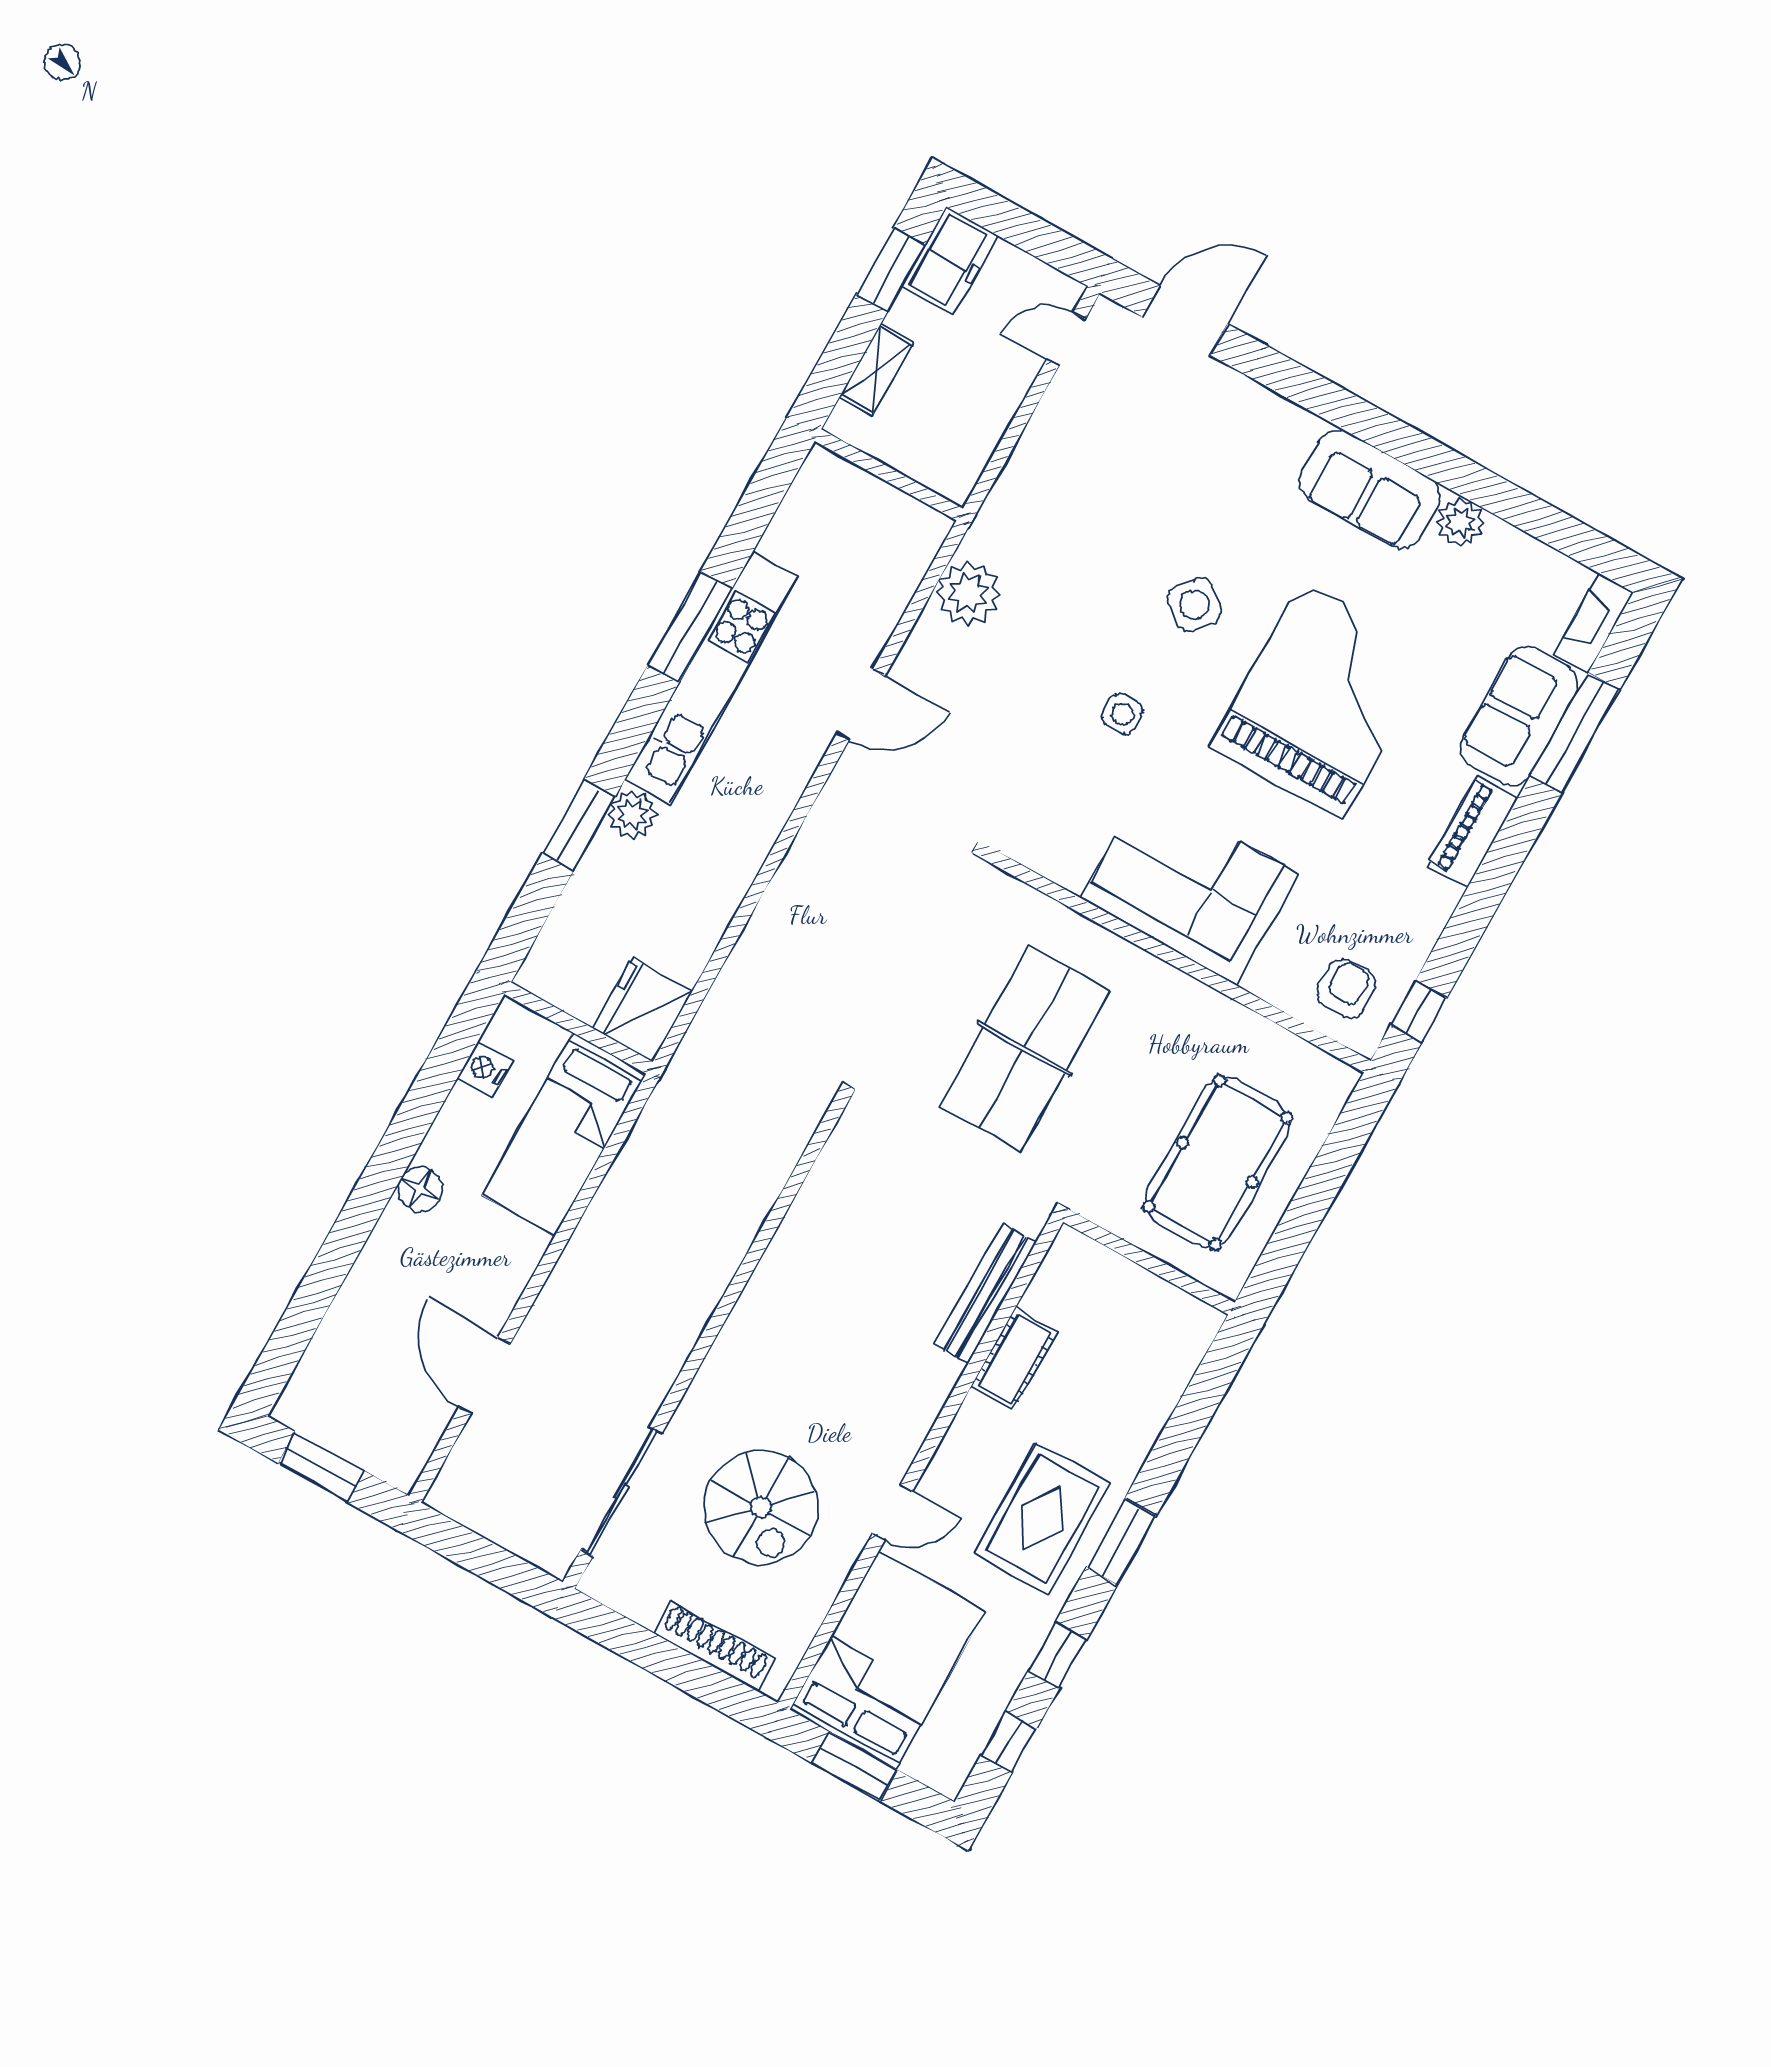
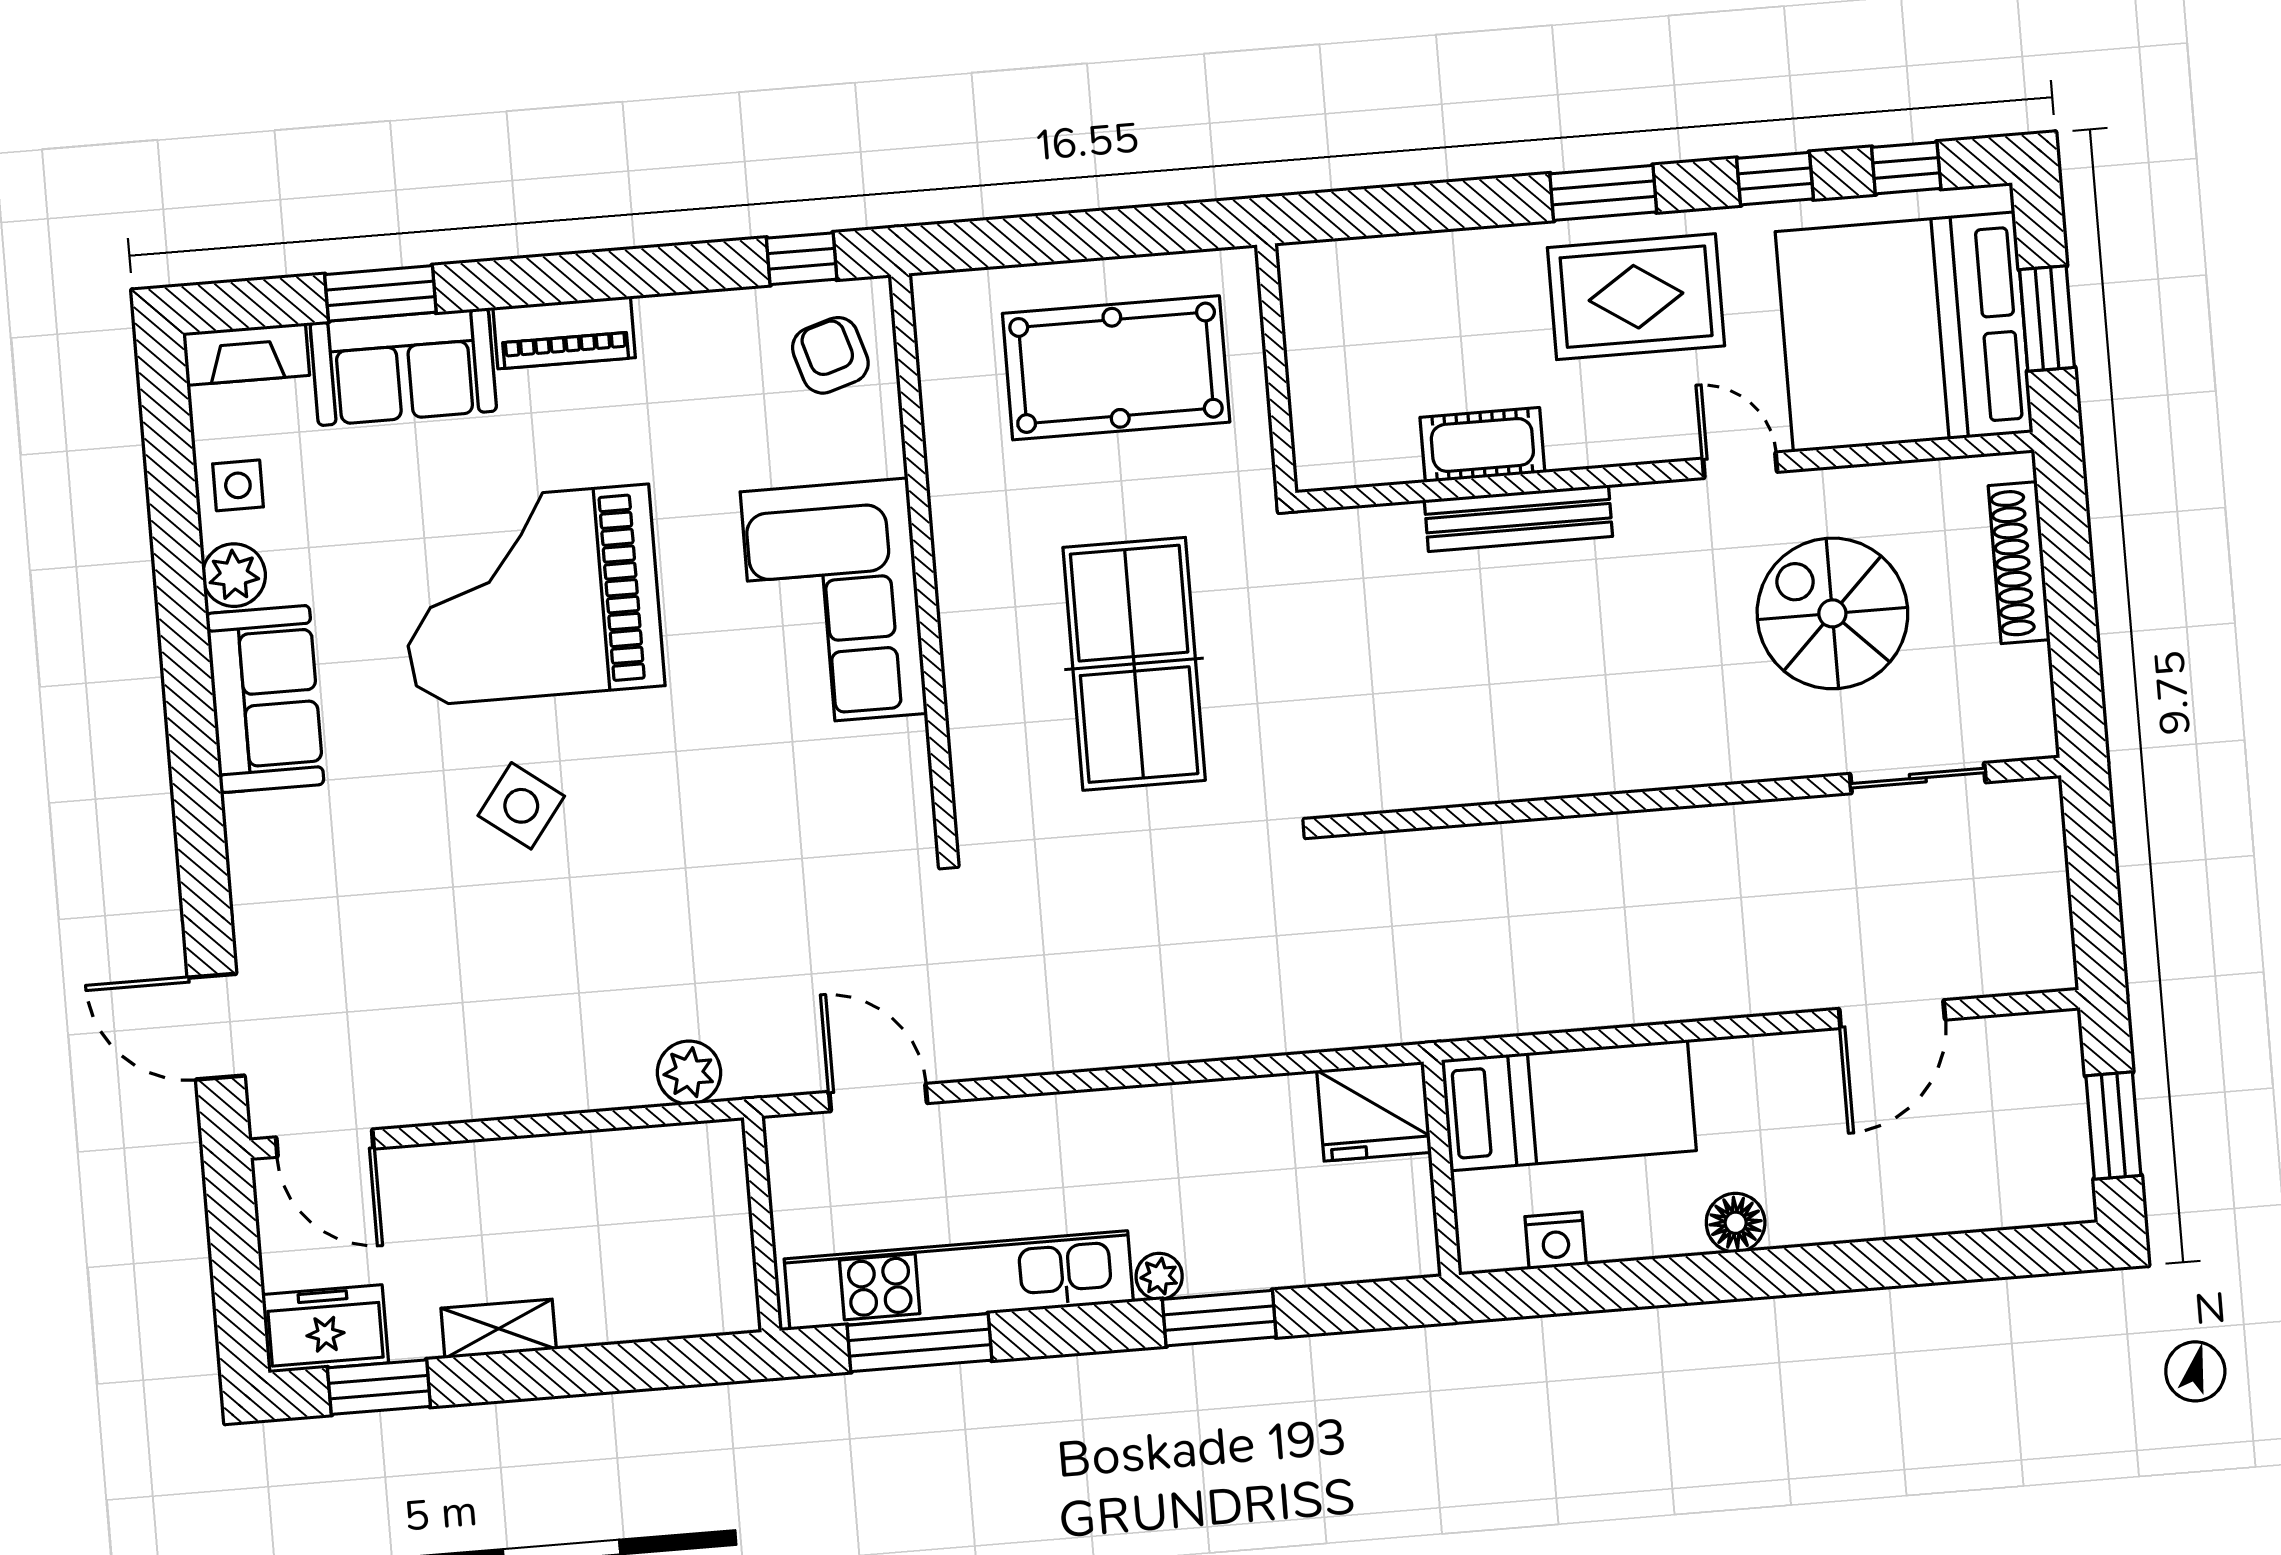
door: (1066, 339) -> (325, 1143), width x1.38
wall: (889, 475) -> (762, 1224), moved
plant: (968, 594) -> (689, 1073), width x0.73, depth x0.73
side table: (1123, 714) -> (238, 485), moved
window: (1575, 733) -> (380, 293), width x0.69
plant: (632, 814) -> (1159, 1276), width x0.73, depth x0.73
armchair: (1346, 989) -> (830, 355), turned 73
table tennis table: (1024, 1049) -> (1134, 664), turned 90
bench: (986, 1293) -> (1518, 518), moved
sliding door: (622, 1491) -> (1918, 778), width x0.73
spiral stairs: (761, 1507) -> (1832, 613), turned -90
bed: (887, 1660) -> (1904, 332), width x1.36

